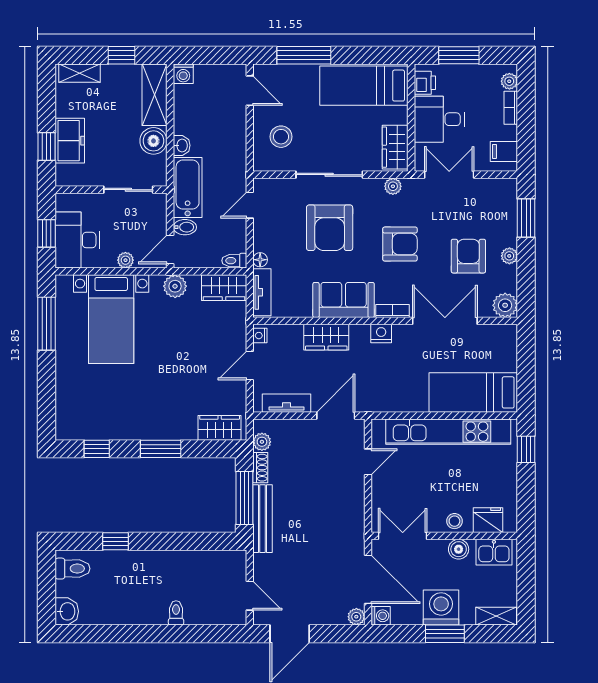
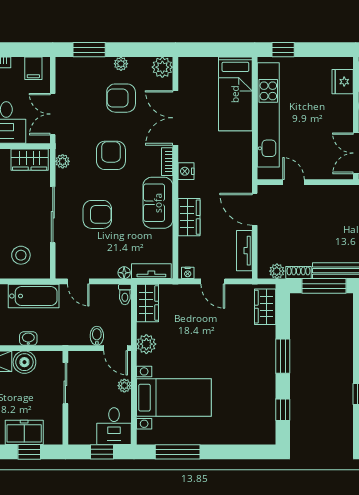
bathtub: (188, 188) -> (34, 296), moved, turned 180
armchair: (330, 228) -> (97, 214), width x0.73, depth x0.73
desk: (77, 240) -> (114, 426), width x0.73
stool: (454, 521) -> (343, 110), removed

